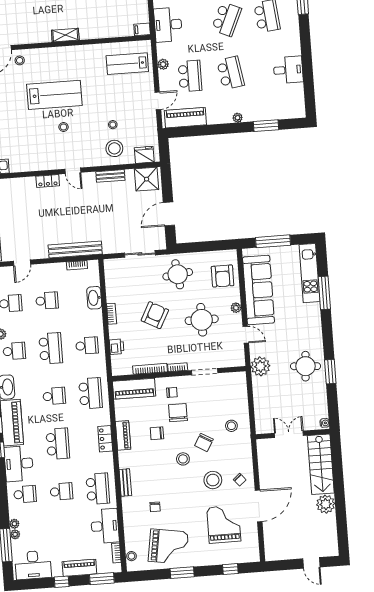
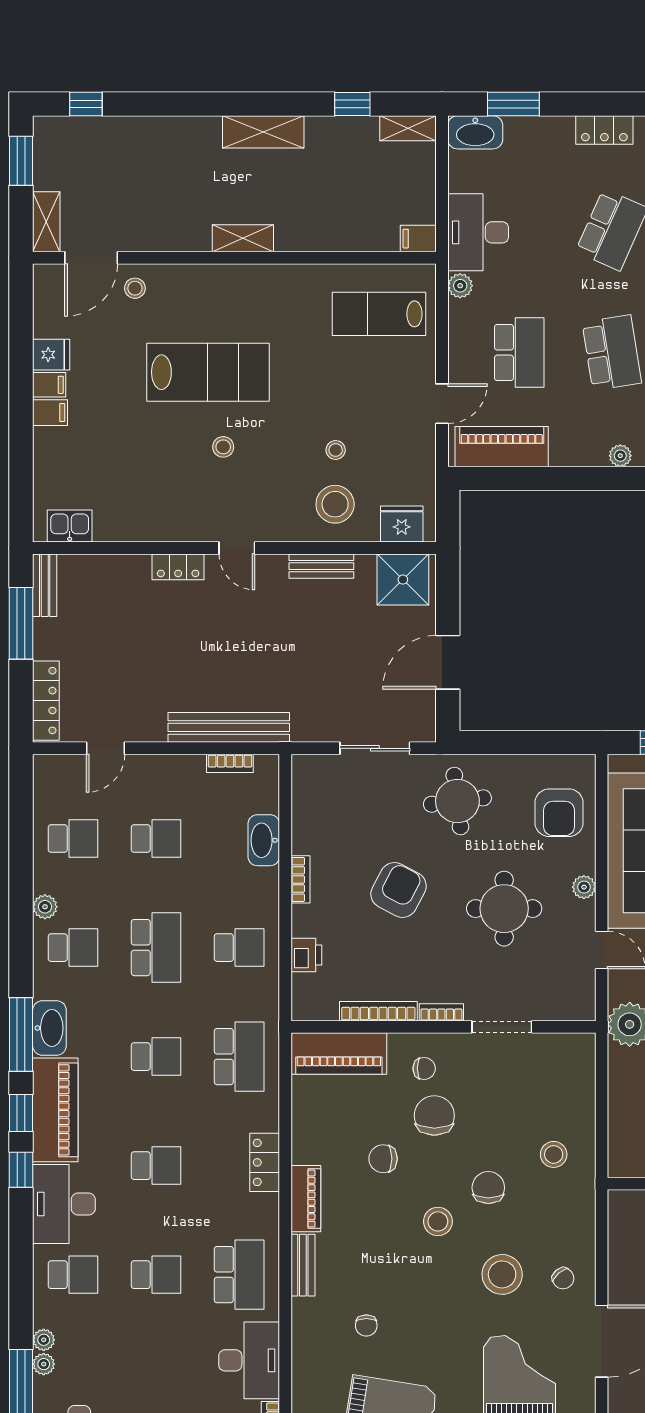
plant: (163, 64) -> (460, 286), moved
piano: (123, 435) -> (306, 1199), moved
chair: (204, 442) -> (488, 1188), turned 150
school desk: (58, 444) -> (156, 1166), width x0.54

